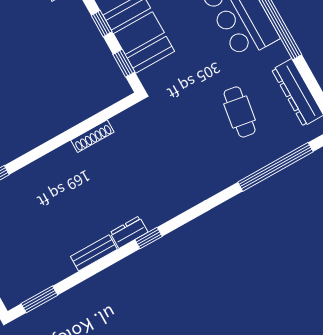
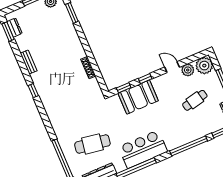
cafe table: (240, 112) -> (92, 144), width x1.37, depth x1.35
dresser: (129, 232) -> (15, 28), moved

